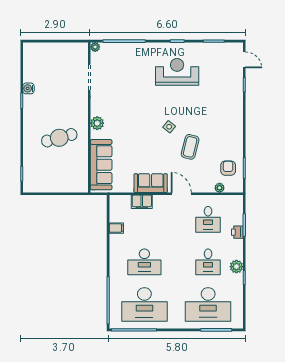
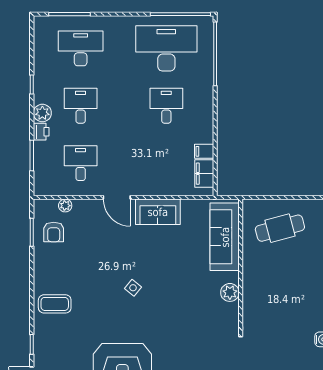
cafe table: (59, 138) -> (280, 228), moved
coffee table: (190, 147) -> (55, 304), moved, turned 76
filing cabinet: (142, 202) -> (204, 174), moved, turned -90
printer: (237, 232) -> (41, 132), moved
desk: (144, 262) -> (166, 106), width x0.73
plant: (236, 267) -> (42, 113), moved
desk: (208, 304) -> (81, 48), width x0.73, depth x0.77

